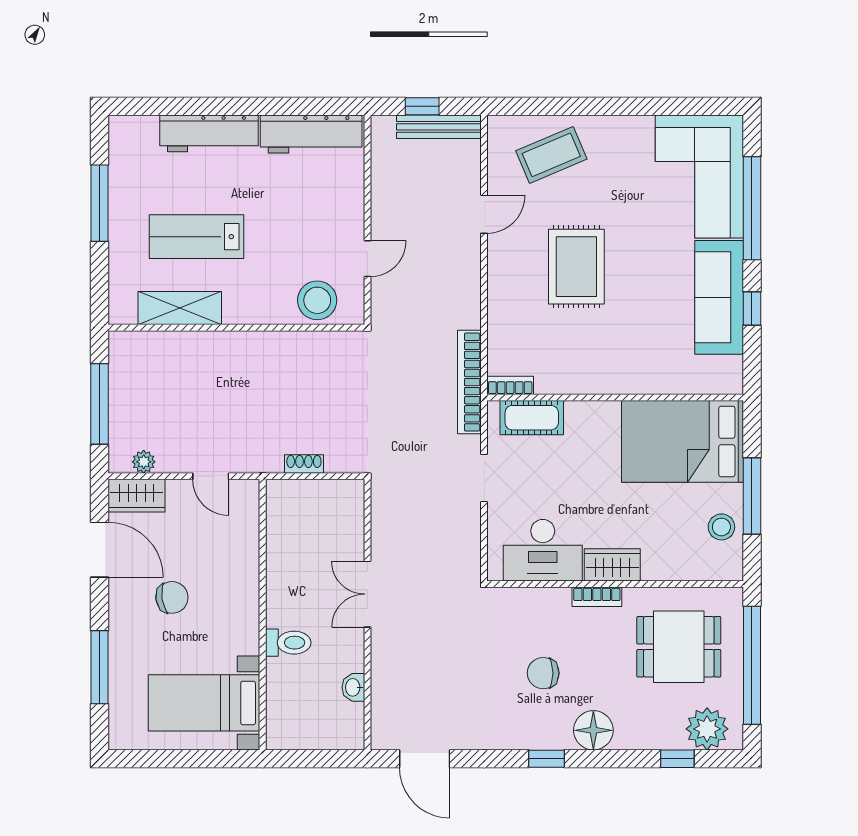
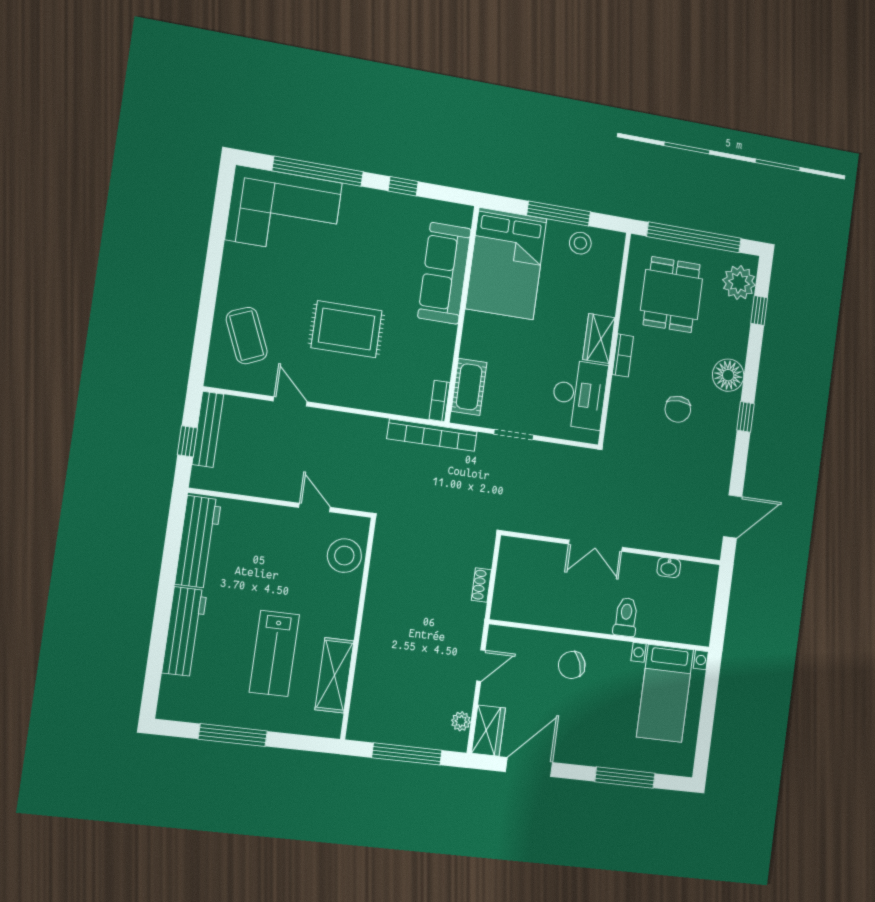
sofa: (719, 297) -> (444, 273), moved, turned 90
chair: (172, 597) -> (572, 665), moved, turned -101

